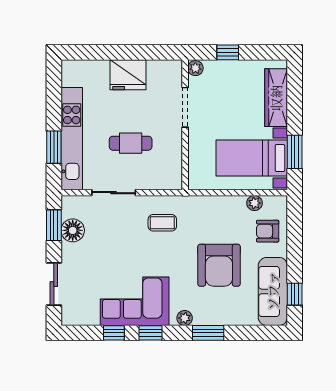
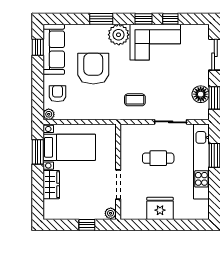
wardrobe: (276, 98) -> (51, 185), width x0.67
plant: (254, 203) -> (49, 114), moved
armchair: (268, 231) -> (58, 94), turned -90
plant: (185, 318) -> (119, 35), width x1.88, depth x1.88

